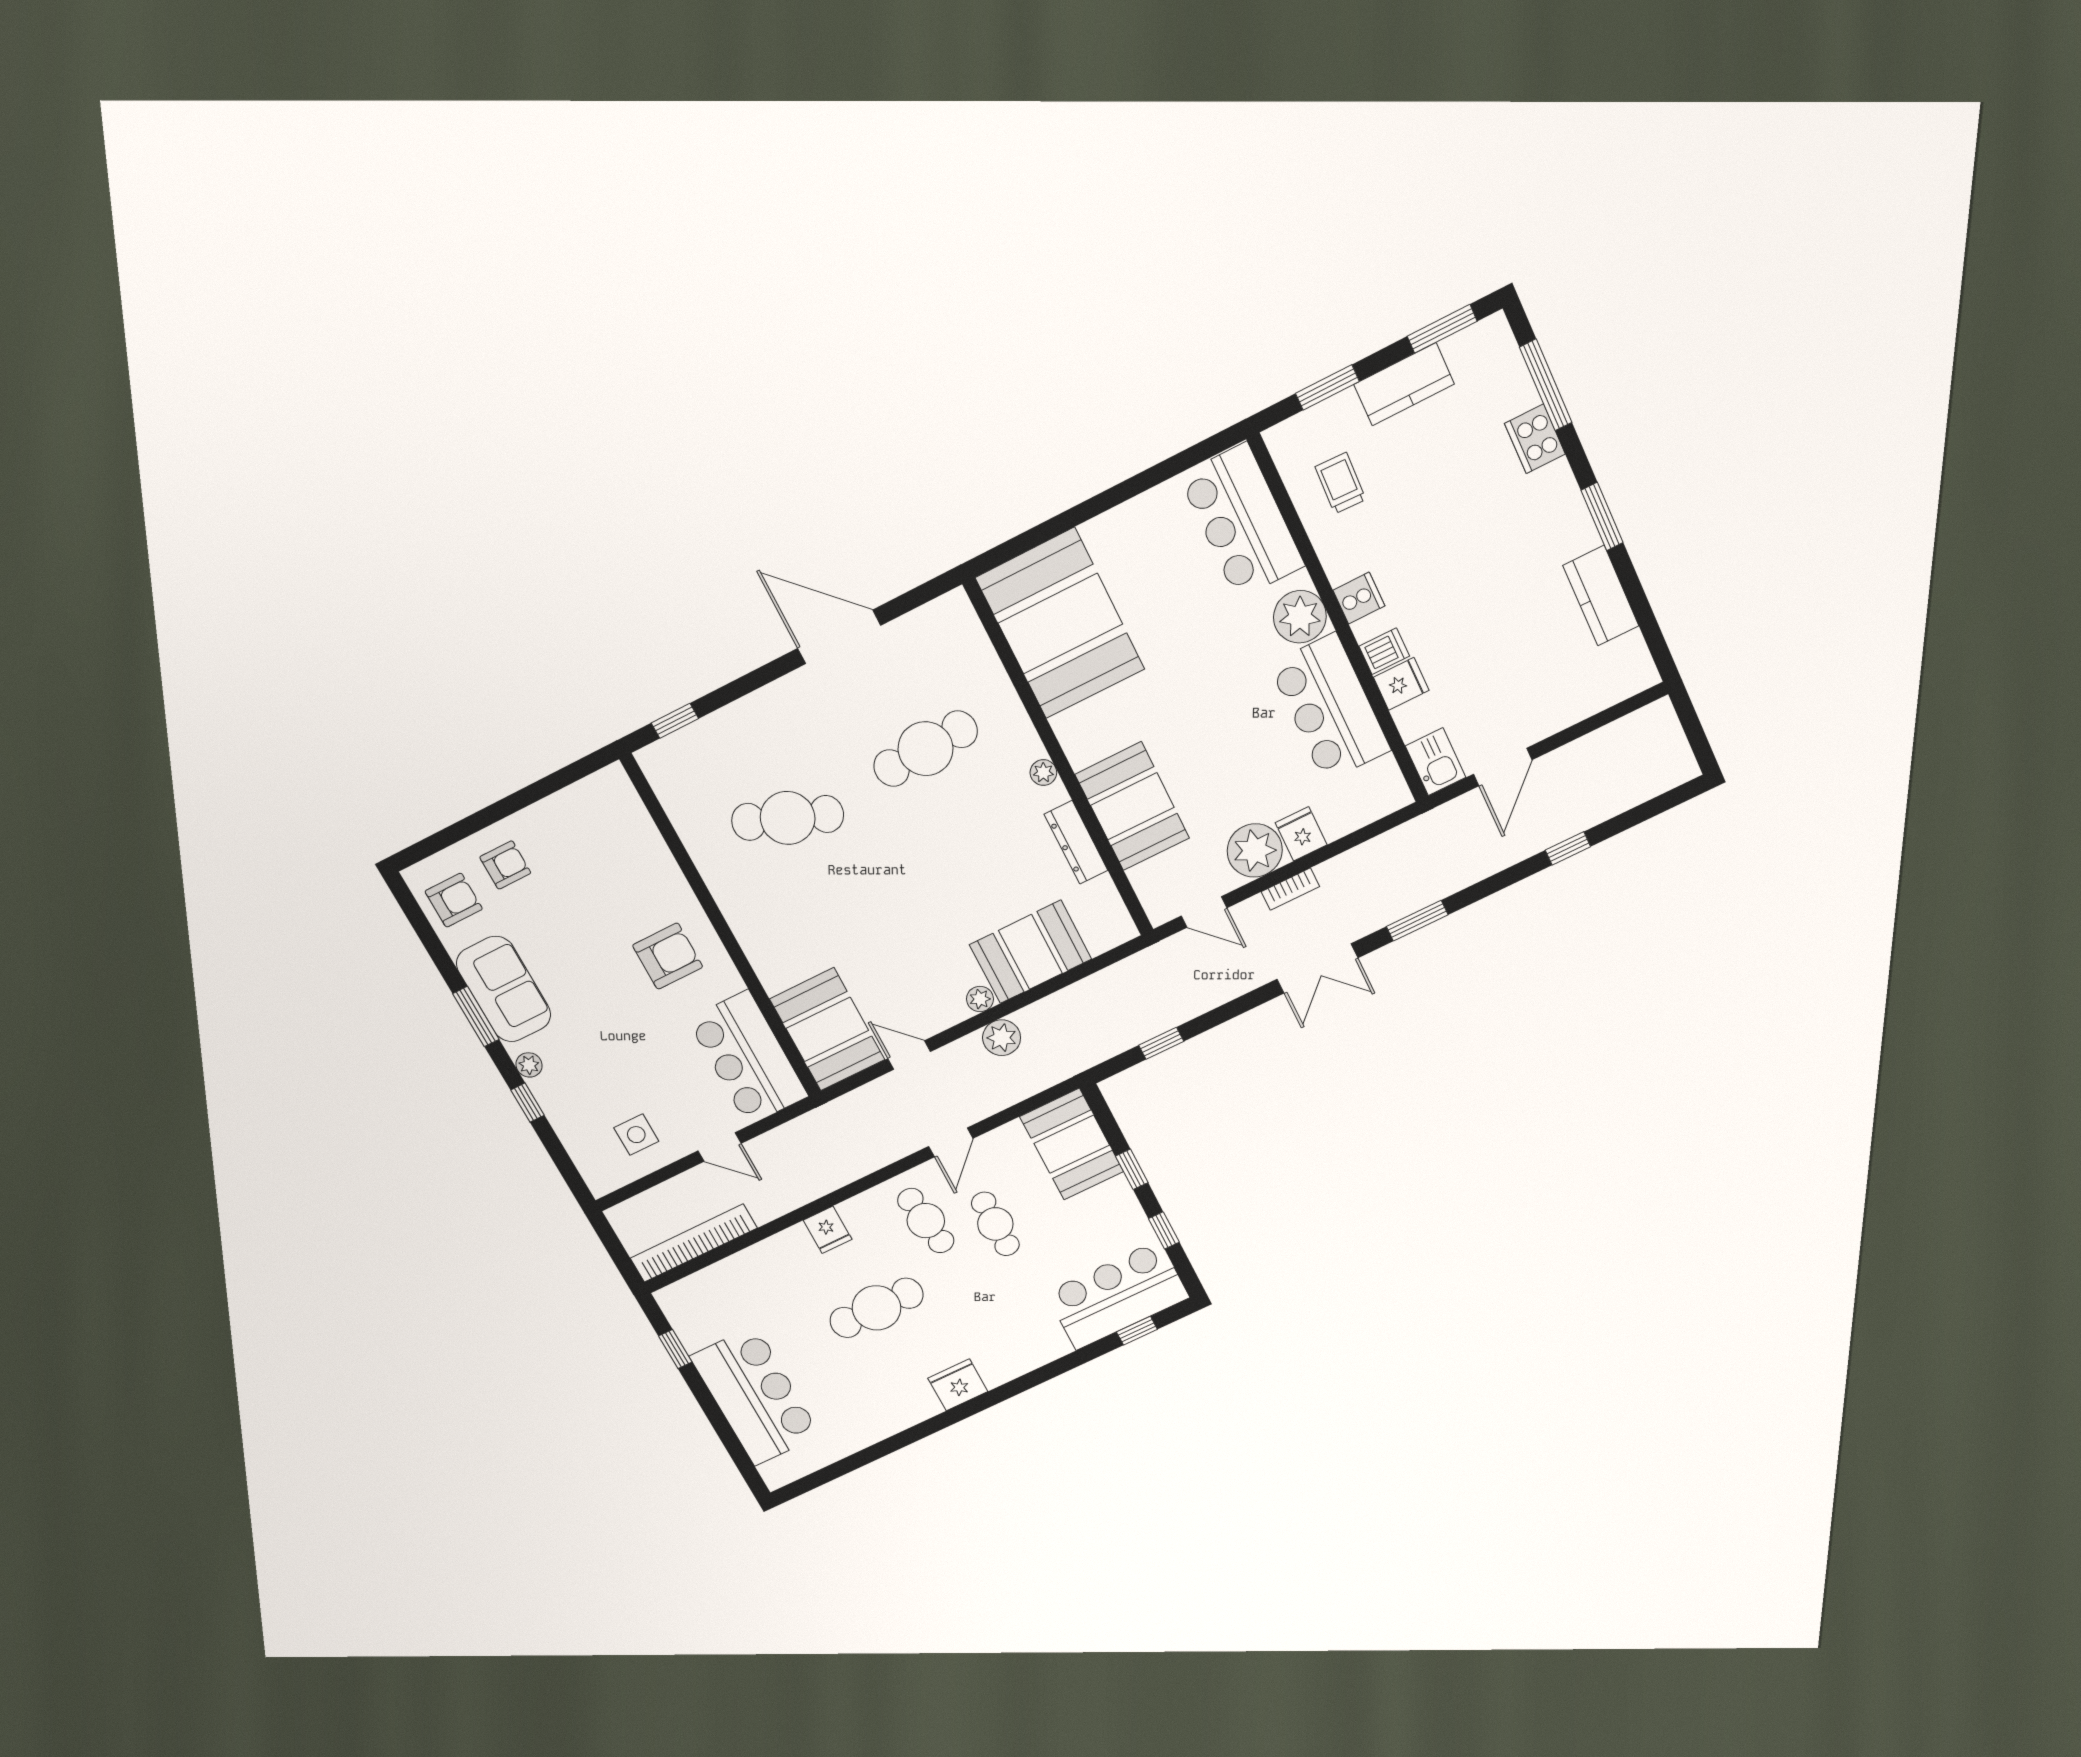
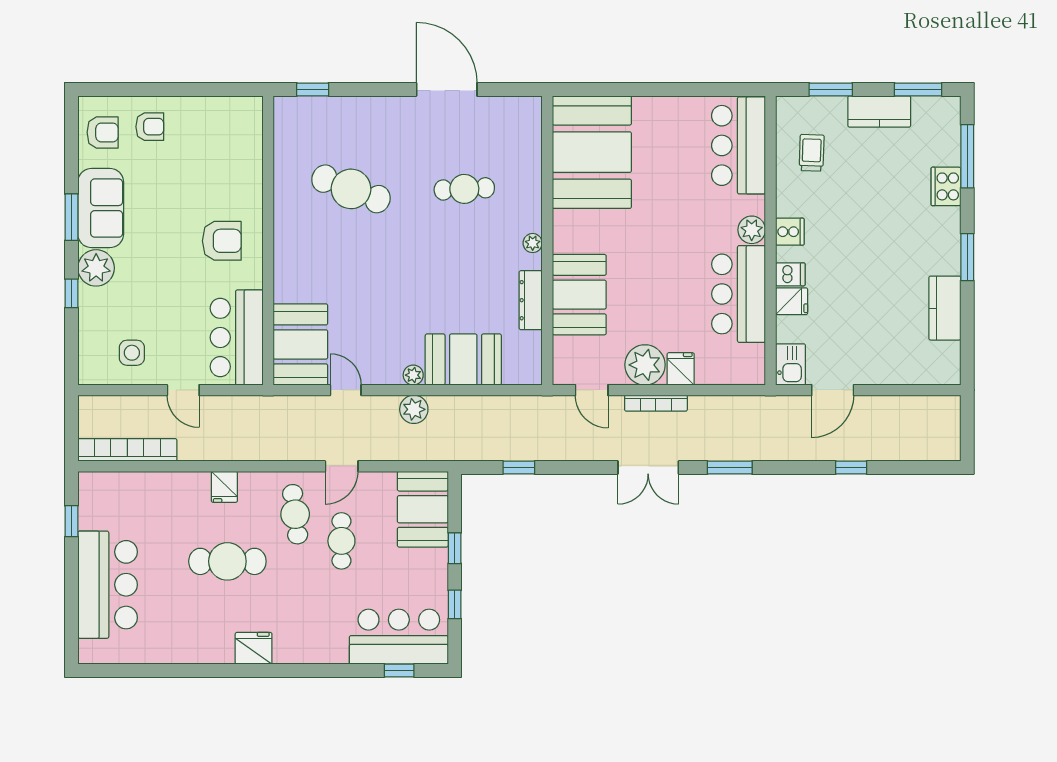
plant: (1300, 617) -> (752, 230), width x0.73, depth x0.73
cafe table: (926, 749) -> (464, 189), width x0.73, depth x0.74
bookcase: (1290, 889) -> (656, 403), width x1.56
plant: (529, 1065) -> (96, 268), width x1.88, depth x1.88

